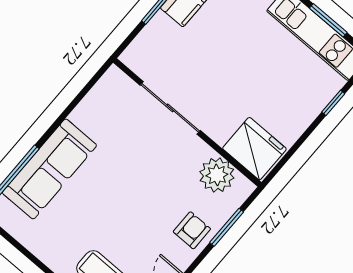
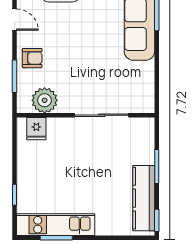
fridge: (254, 149) -> (36, 129), width x0.53, depth x0.75
armchair: (192, 230) -> (32, 58), turned -90

